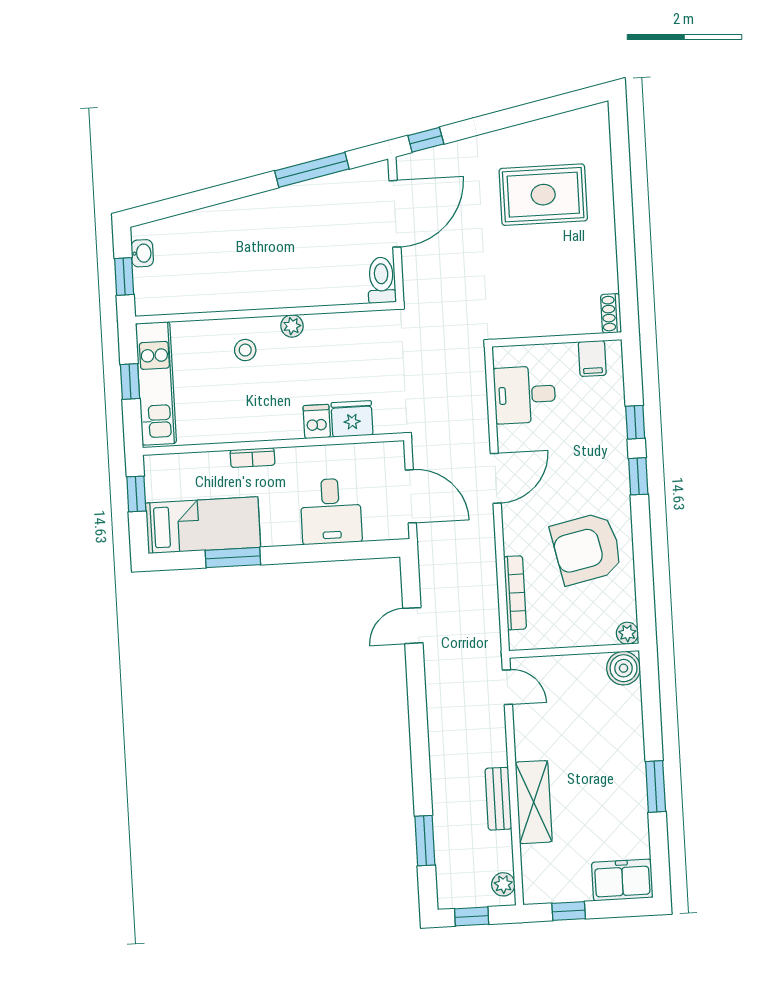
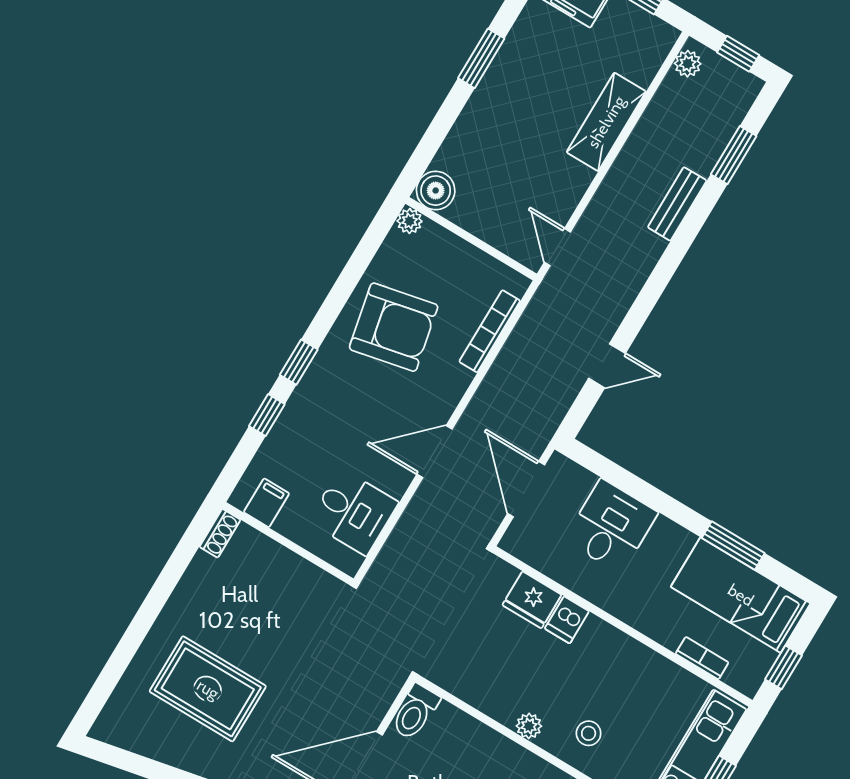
bookcase: (252, 458) -> (702, 658), moved
bench: (498, 799) -> (677, 204), moved

